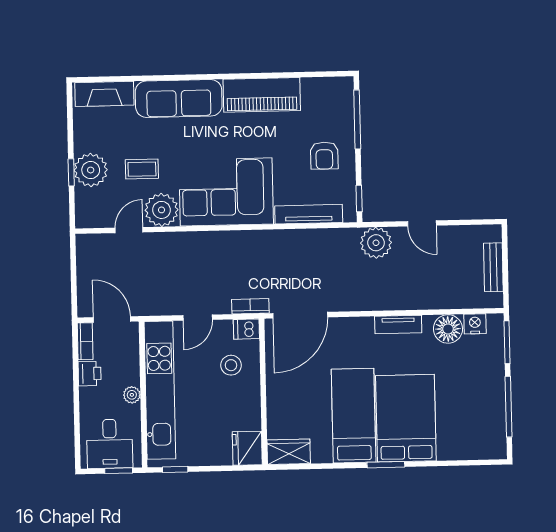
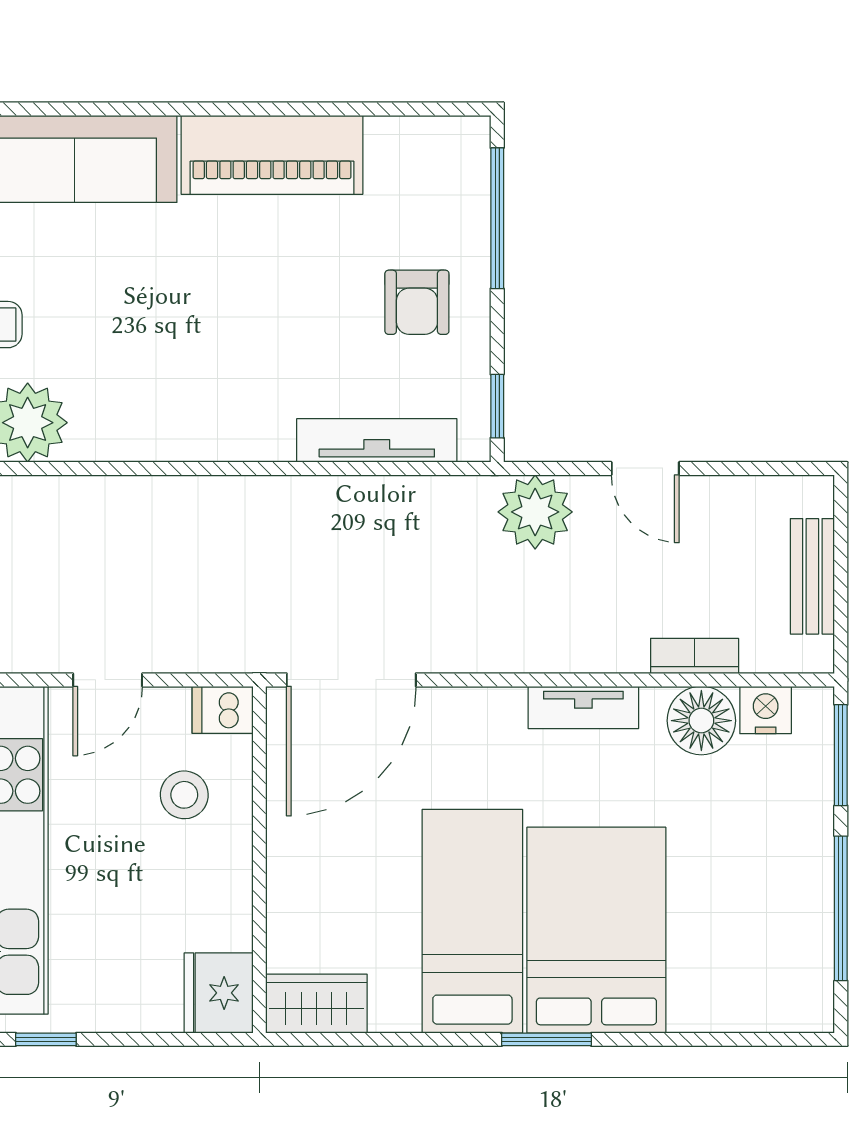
corner sofa: (226, 192) -> (182, 383), removed
bookcase: (250, 306) -> (695, 656), moved

